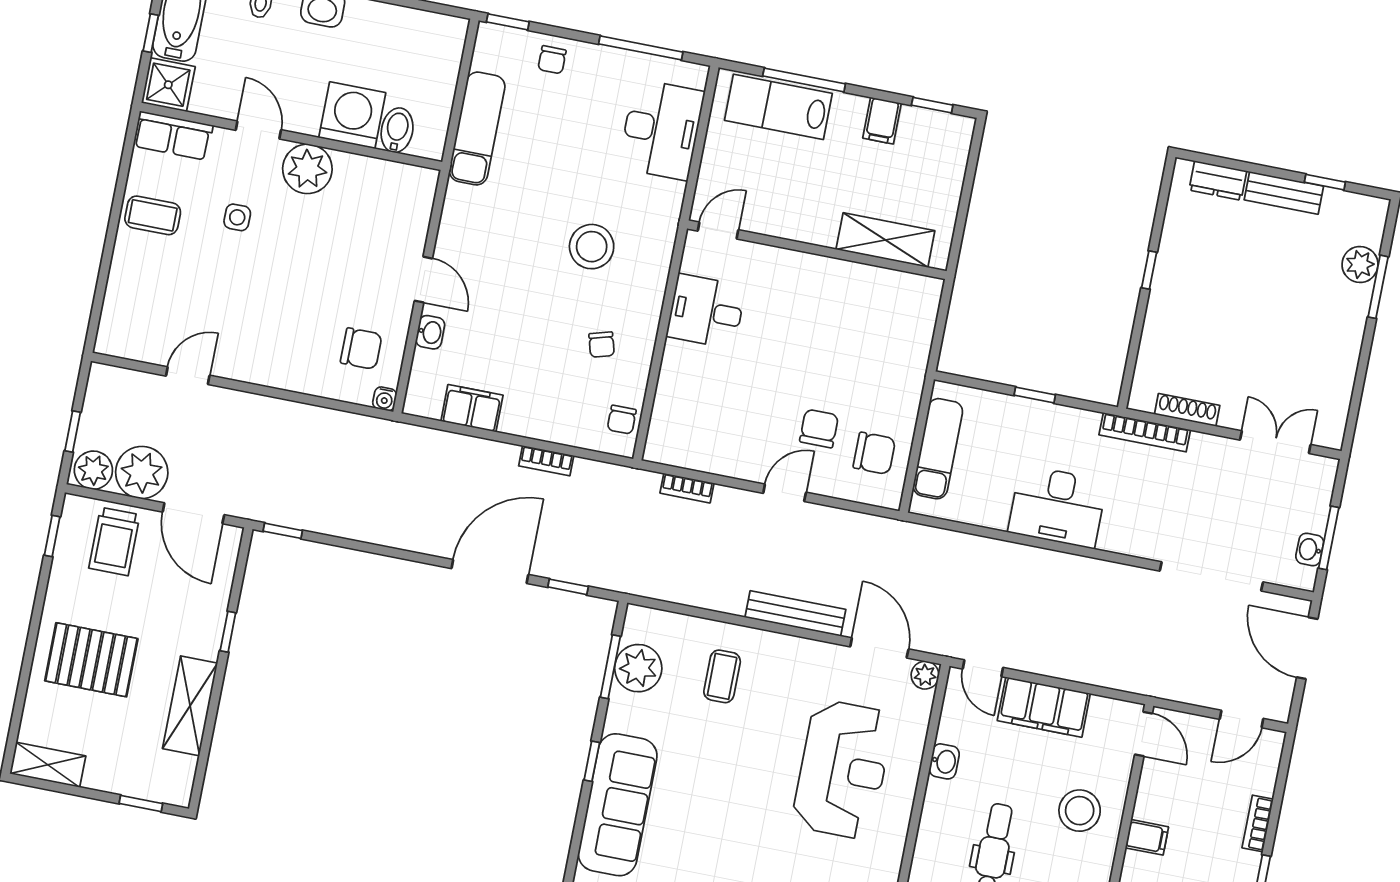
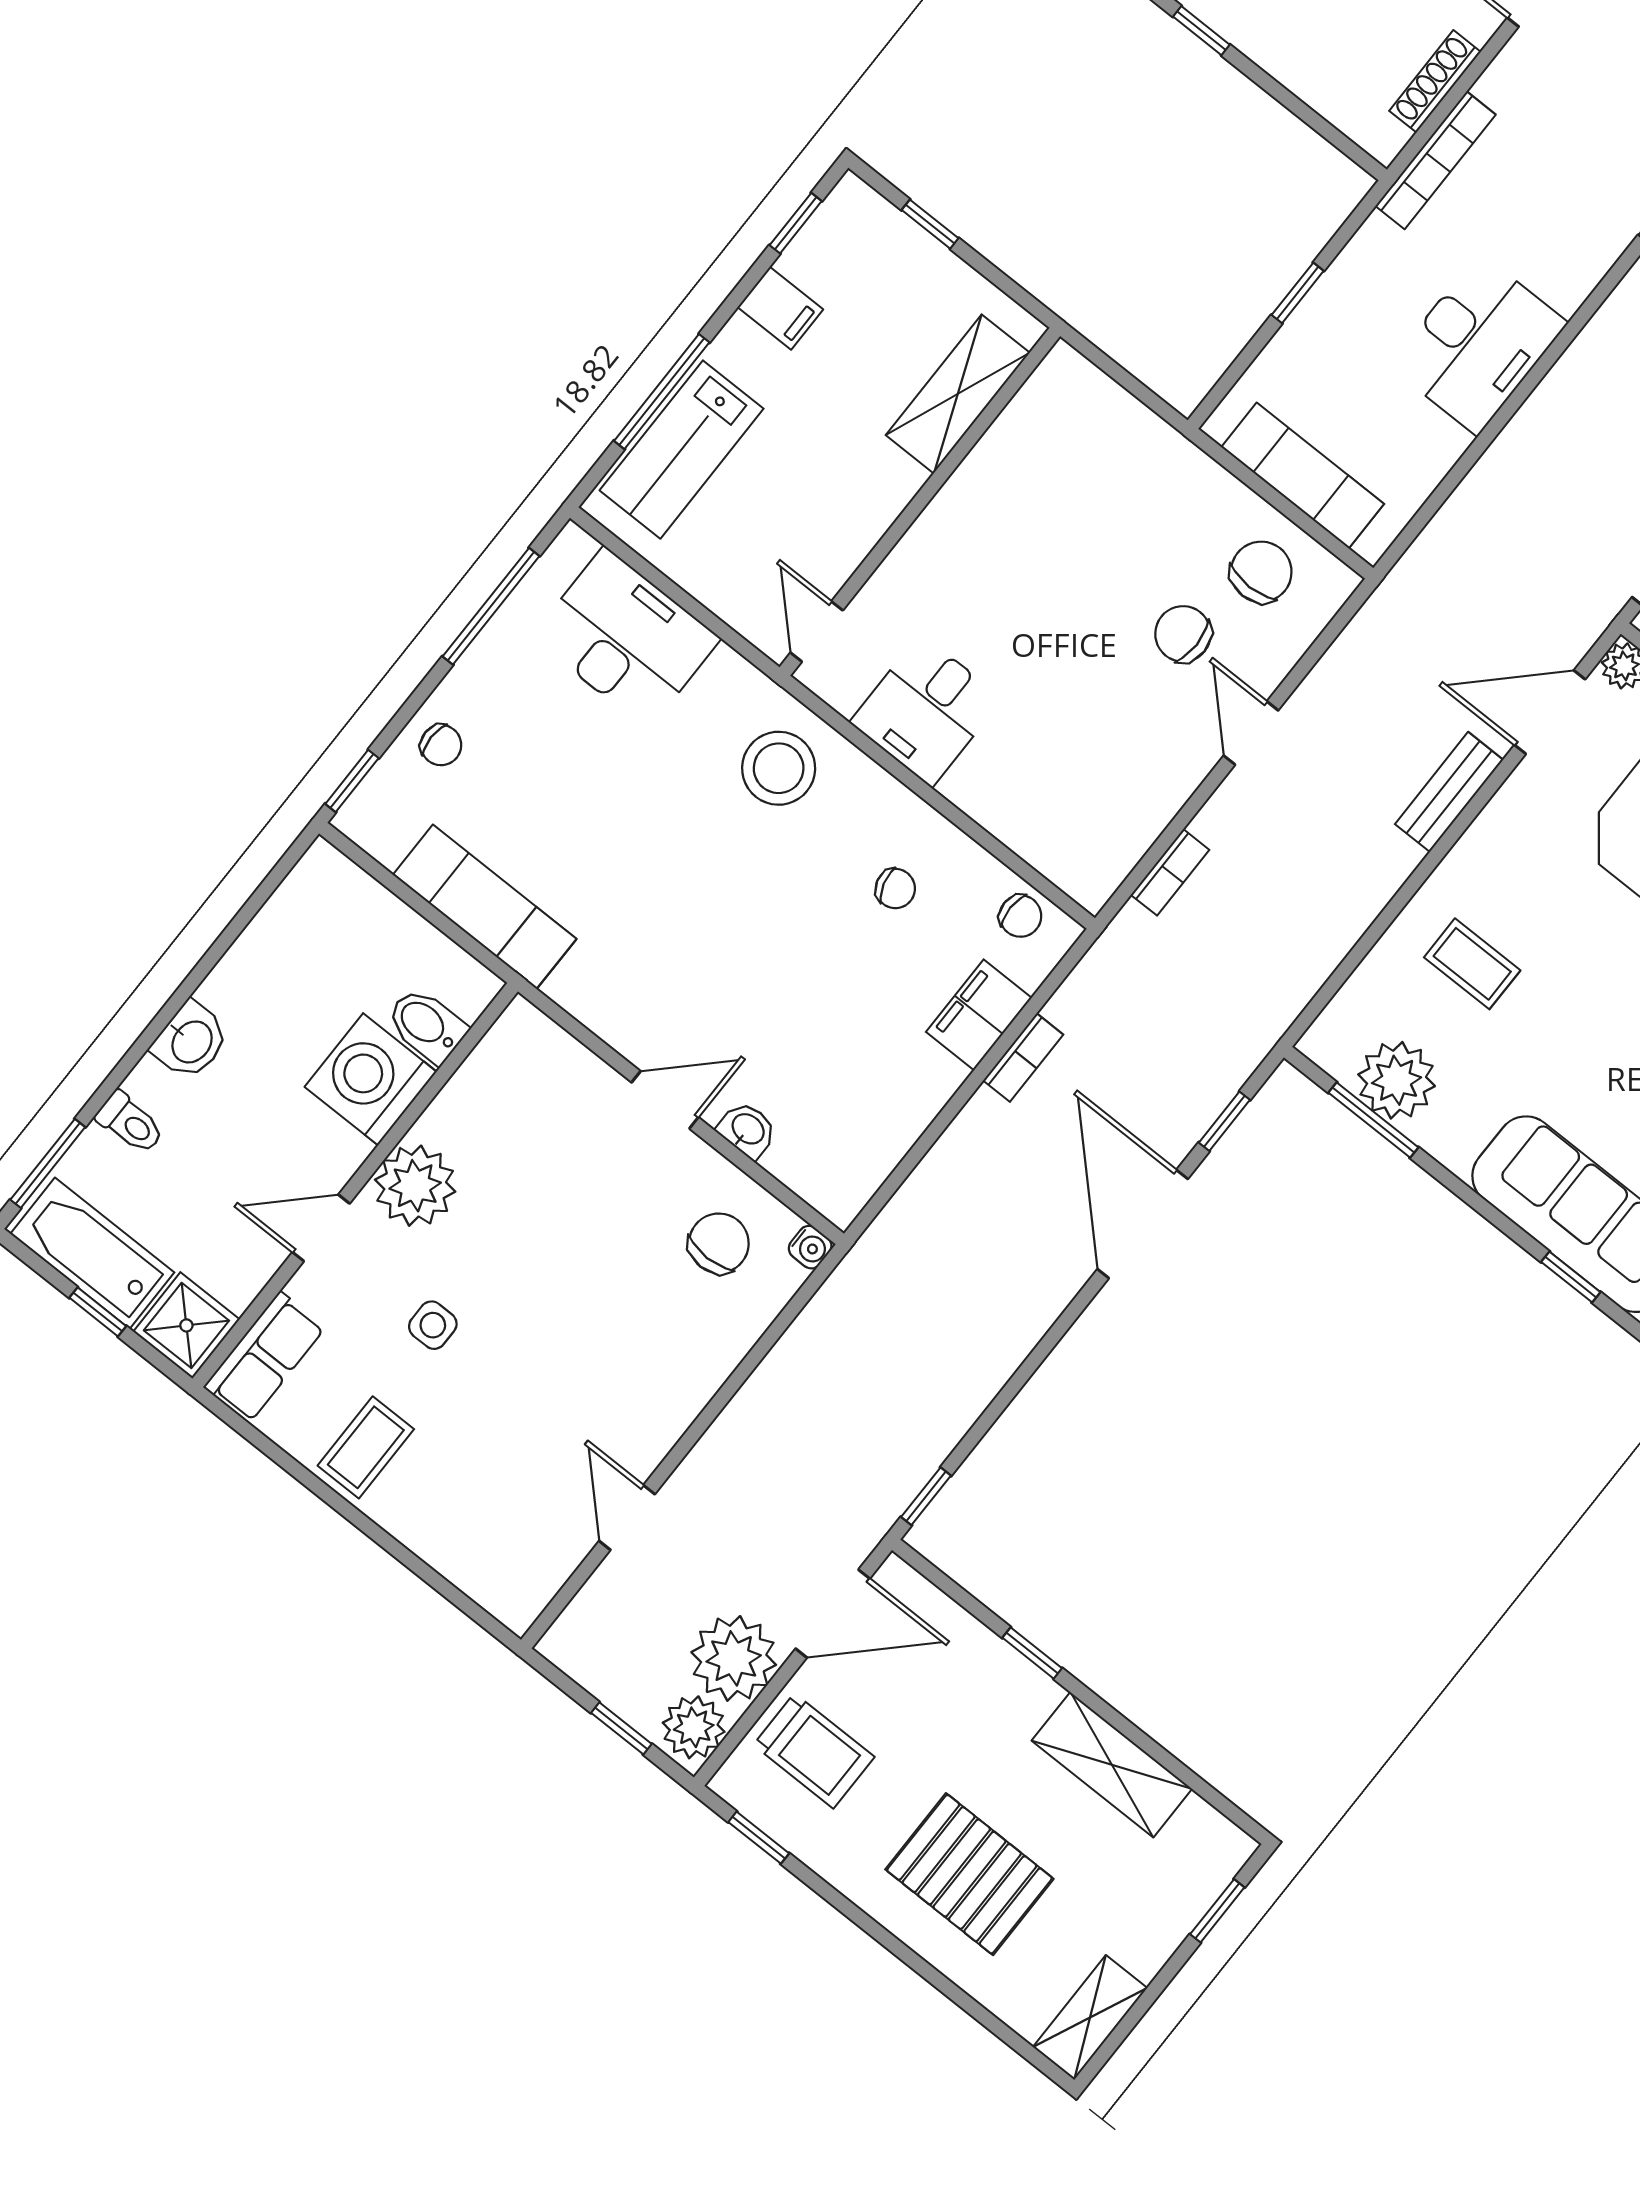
window: (969, 178) -> (930, 224), added
stool: (592, 247) -> (779, 768), moved
filing cabinet: (472, 408) -> (979, 1015), moved
bench: (795, 613) -> (1449, 792), width x0.73
pallet: (91, 660) -> (969, 1874), turned 90
window: (592, 761) -> (1571, 1277), moved

